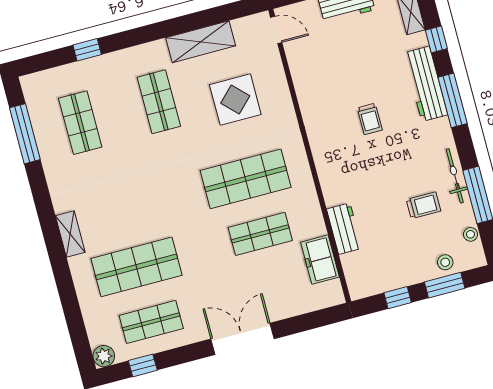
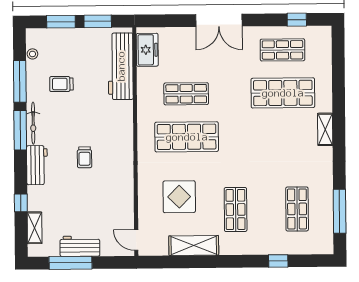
workbench: (426, 84) -> (37, 165), width x0.73
window: (453, 100) -> (20, 130), moved
trolley: (370, 119) -> (85, 157), turned 180
bicycle: (455, 176) -> (33, 123), moved
workbench: (344, 229) -> (121, 66), width x1.88, depth x1.32
freezer: (320, 260) -> (147, 50), moved
stool: (445, 262) -> (56, 38), removed
window: (398, 298) -> (98, 21), width x1.50
plant: (104, 356) -> (324, 34), removed

